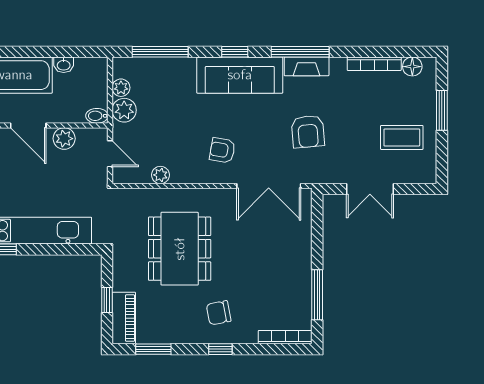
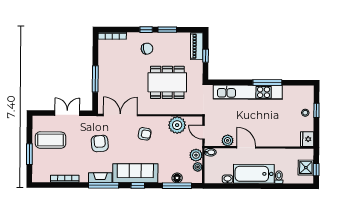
floor lamp: (412, 67) -> (177, 178), moved
coffee table: (402, 137) -> (51, 140), width x1.36, depth x1.32
plant: (160, 175) -> (177, 125), width x1.88, depth x1.88
dining table: (180, 249) -> (167, 82), turned 90
window: (317, 295) -> (95, 79), moved
window: (153, 349) -> (167, 30), moved

